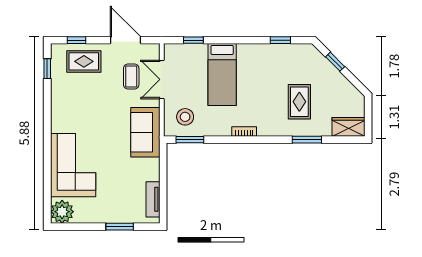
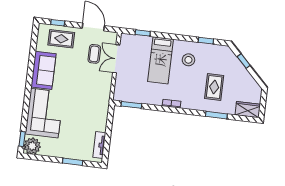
window: (47, 69) -> (22, 139), moved
stool: (185, 117) -> (188, 60), moved
sofa: (145, 132) -> (43, 70), moved, turned 180

